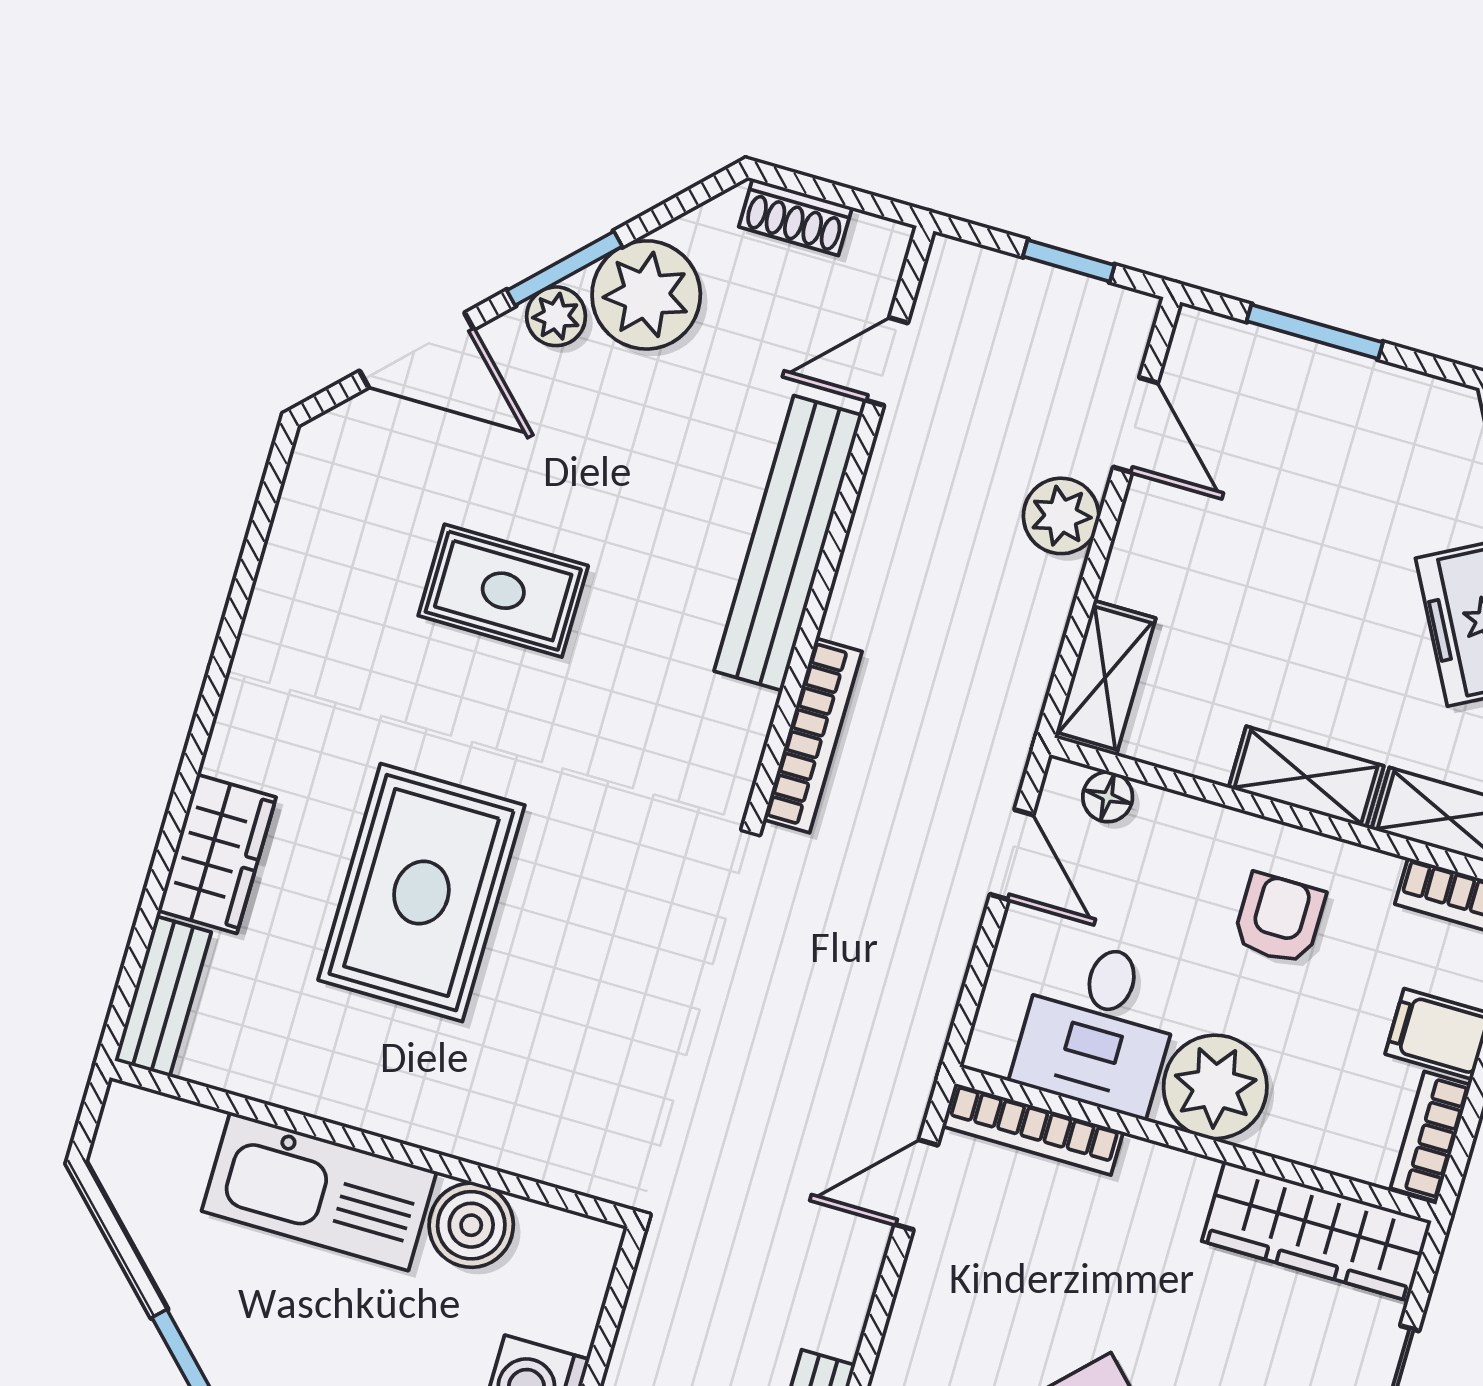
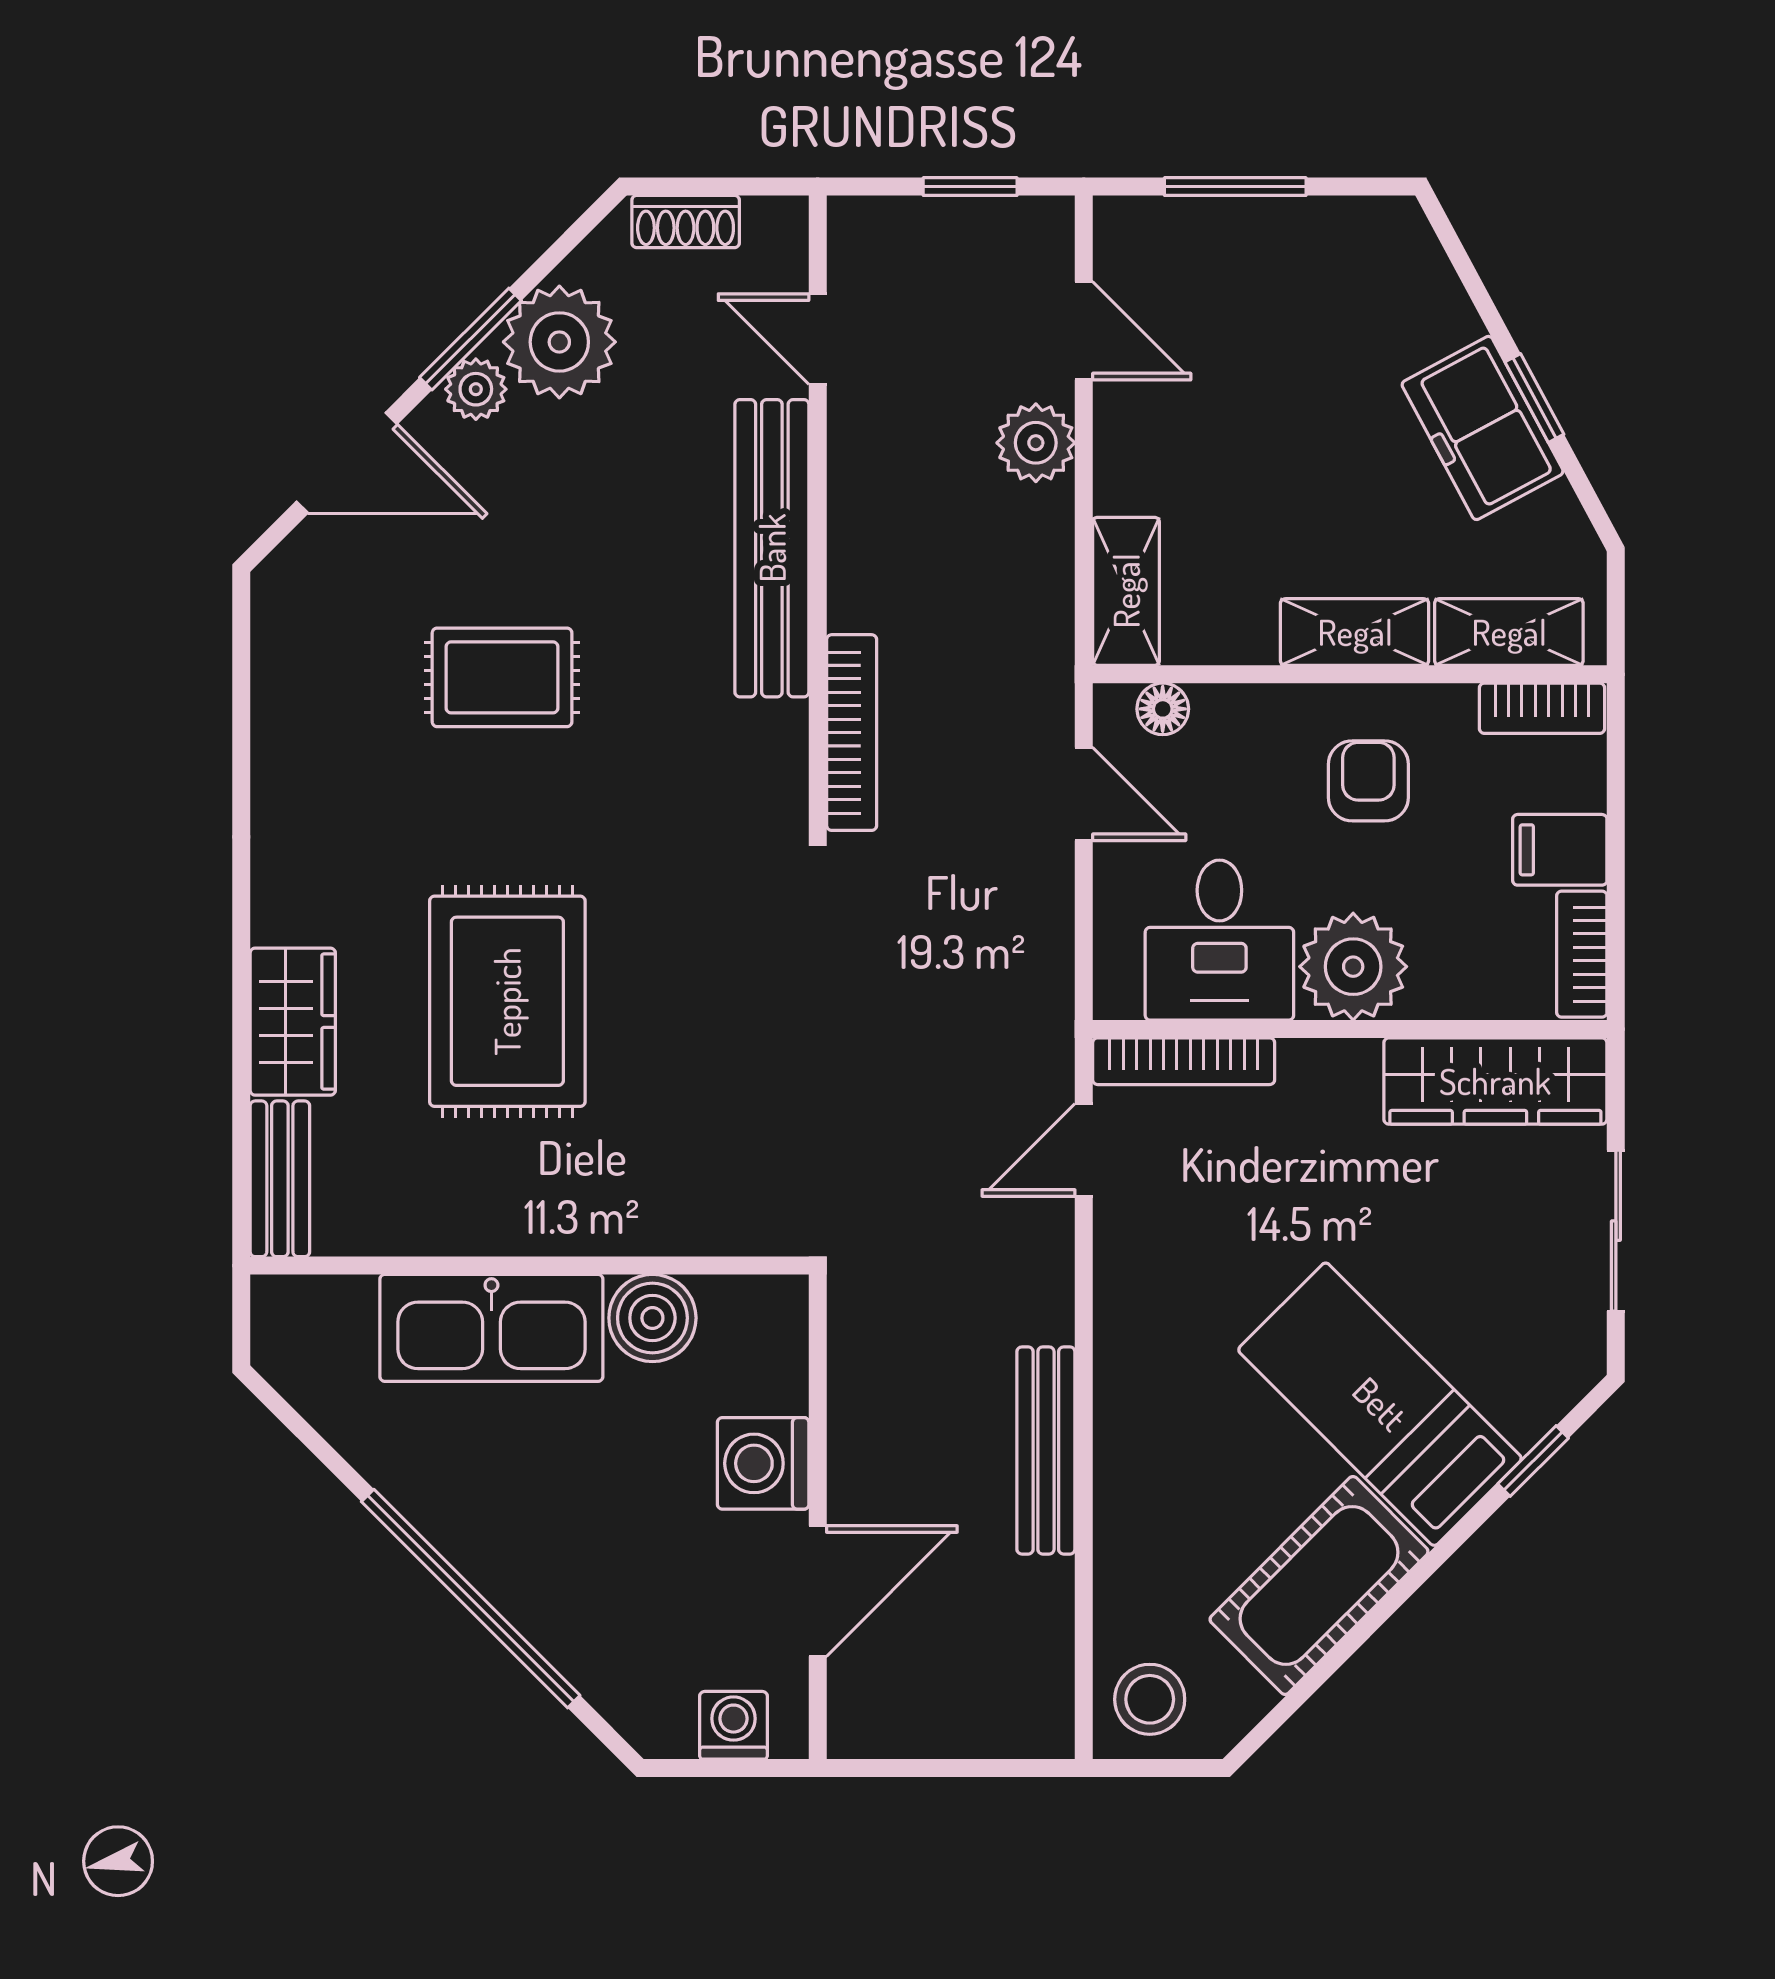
door: (887, 361) -> (818, 339), hinge flipped

